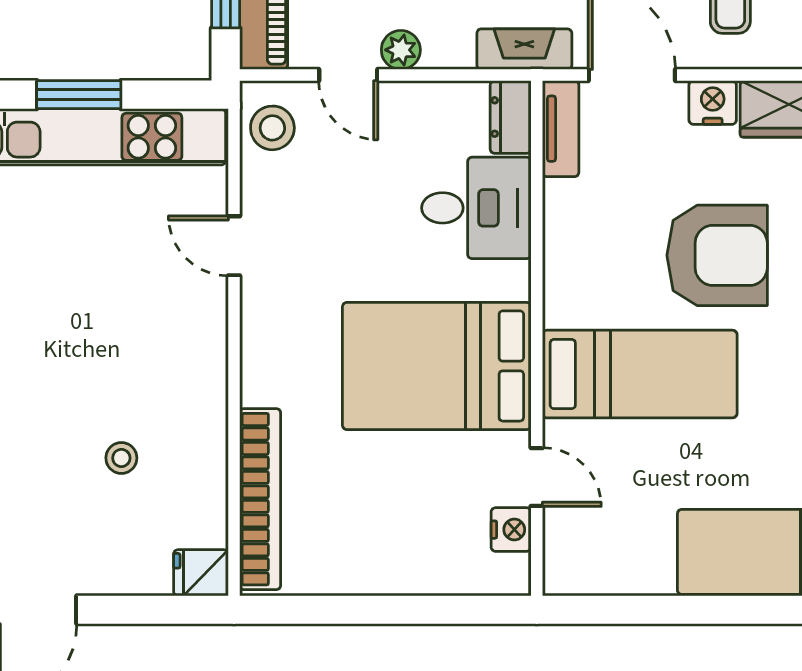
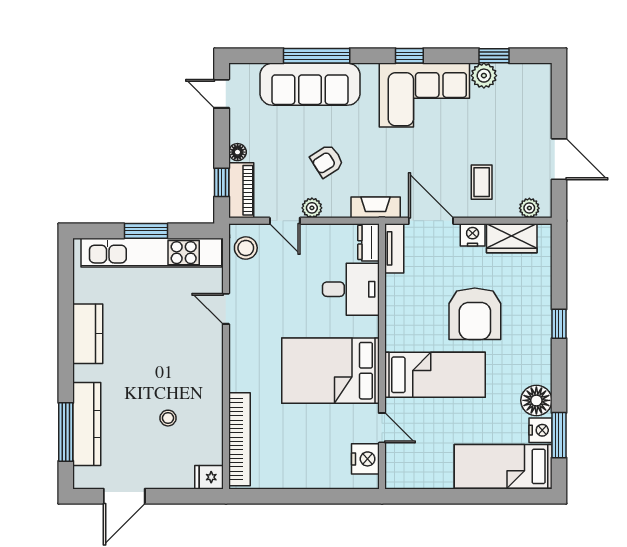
armchair: (717, 255) -> (475, 314), turned 90
nightstand: (511, 530) -> (365, 459), width x1.36, depth x1.33

